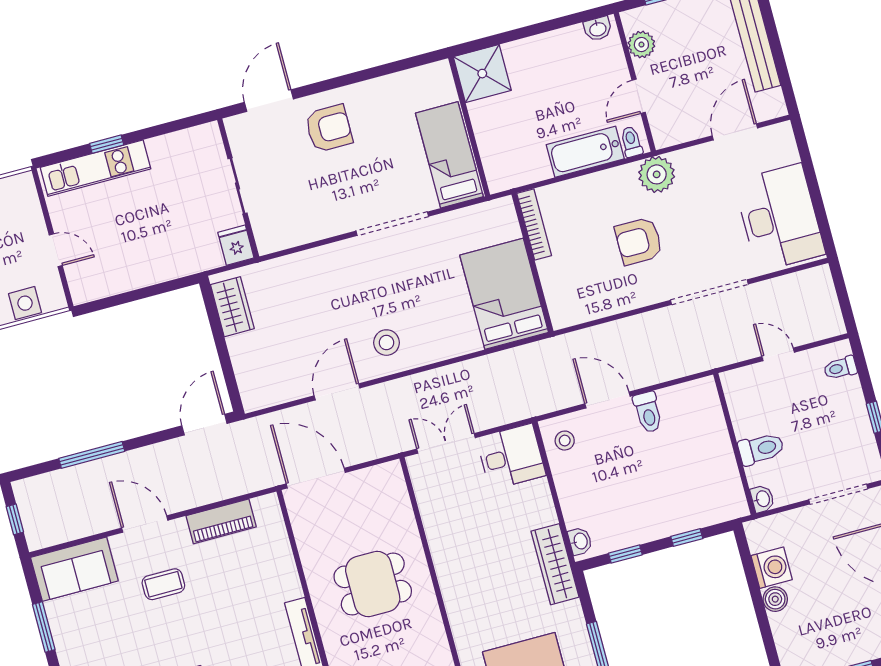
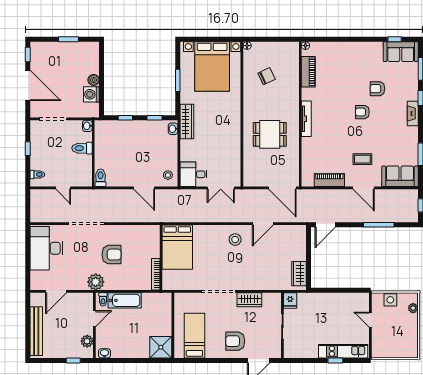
bed: (449, 155) -> (194, 336), moved, turned 180
wardrobe: (322, 224) -> (249, 300), added
toilet: (648, 412) -> (101, 178), moved

